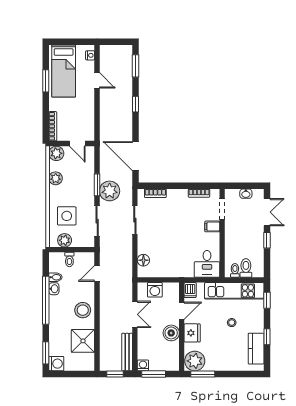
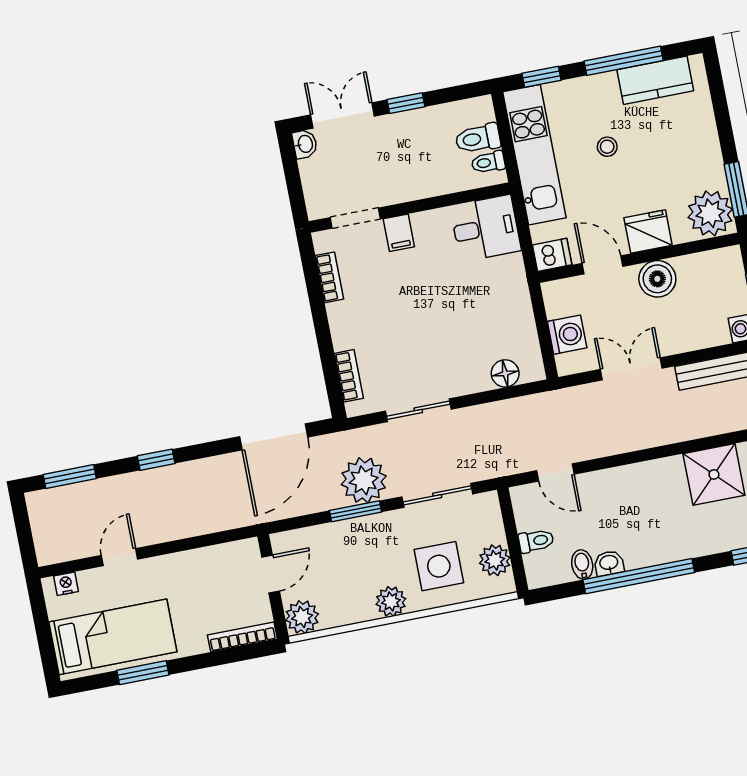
plant: (56, 178) -> (391, 601), moved
washbasin: (246, 194) -> (305, 144), moved
stool: (83, 310) -> (645, 489), removed
window: (267, 337) -> (624, 61), width x2.17

